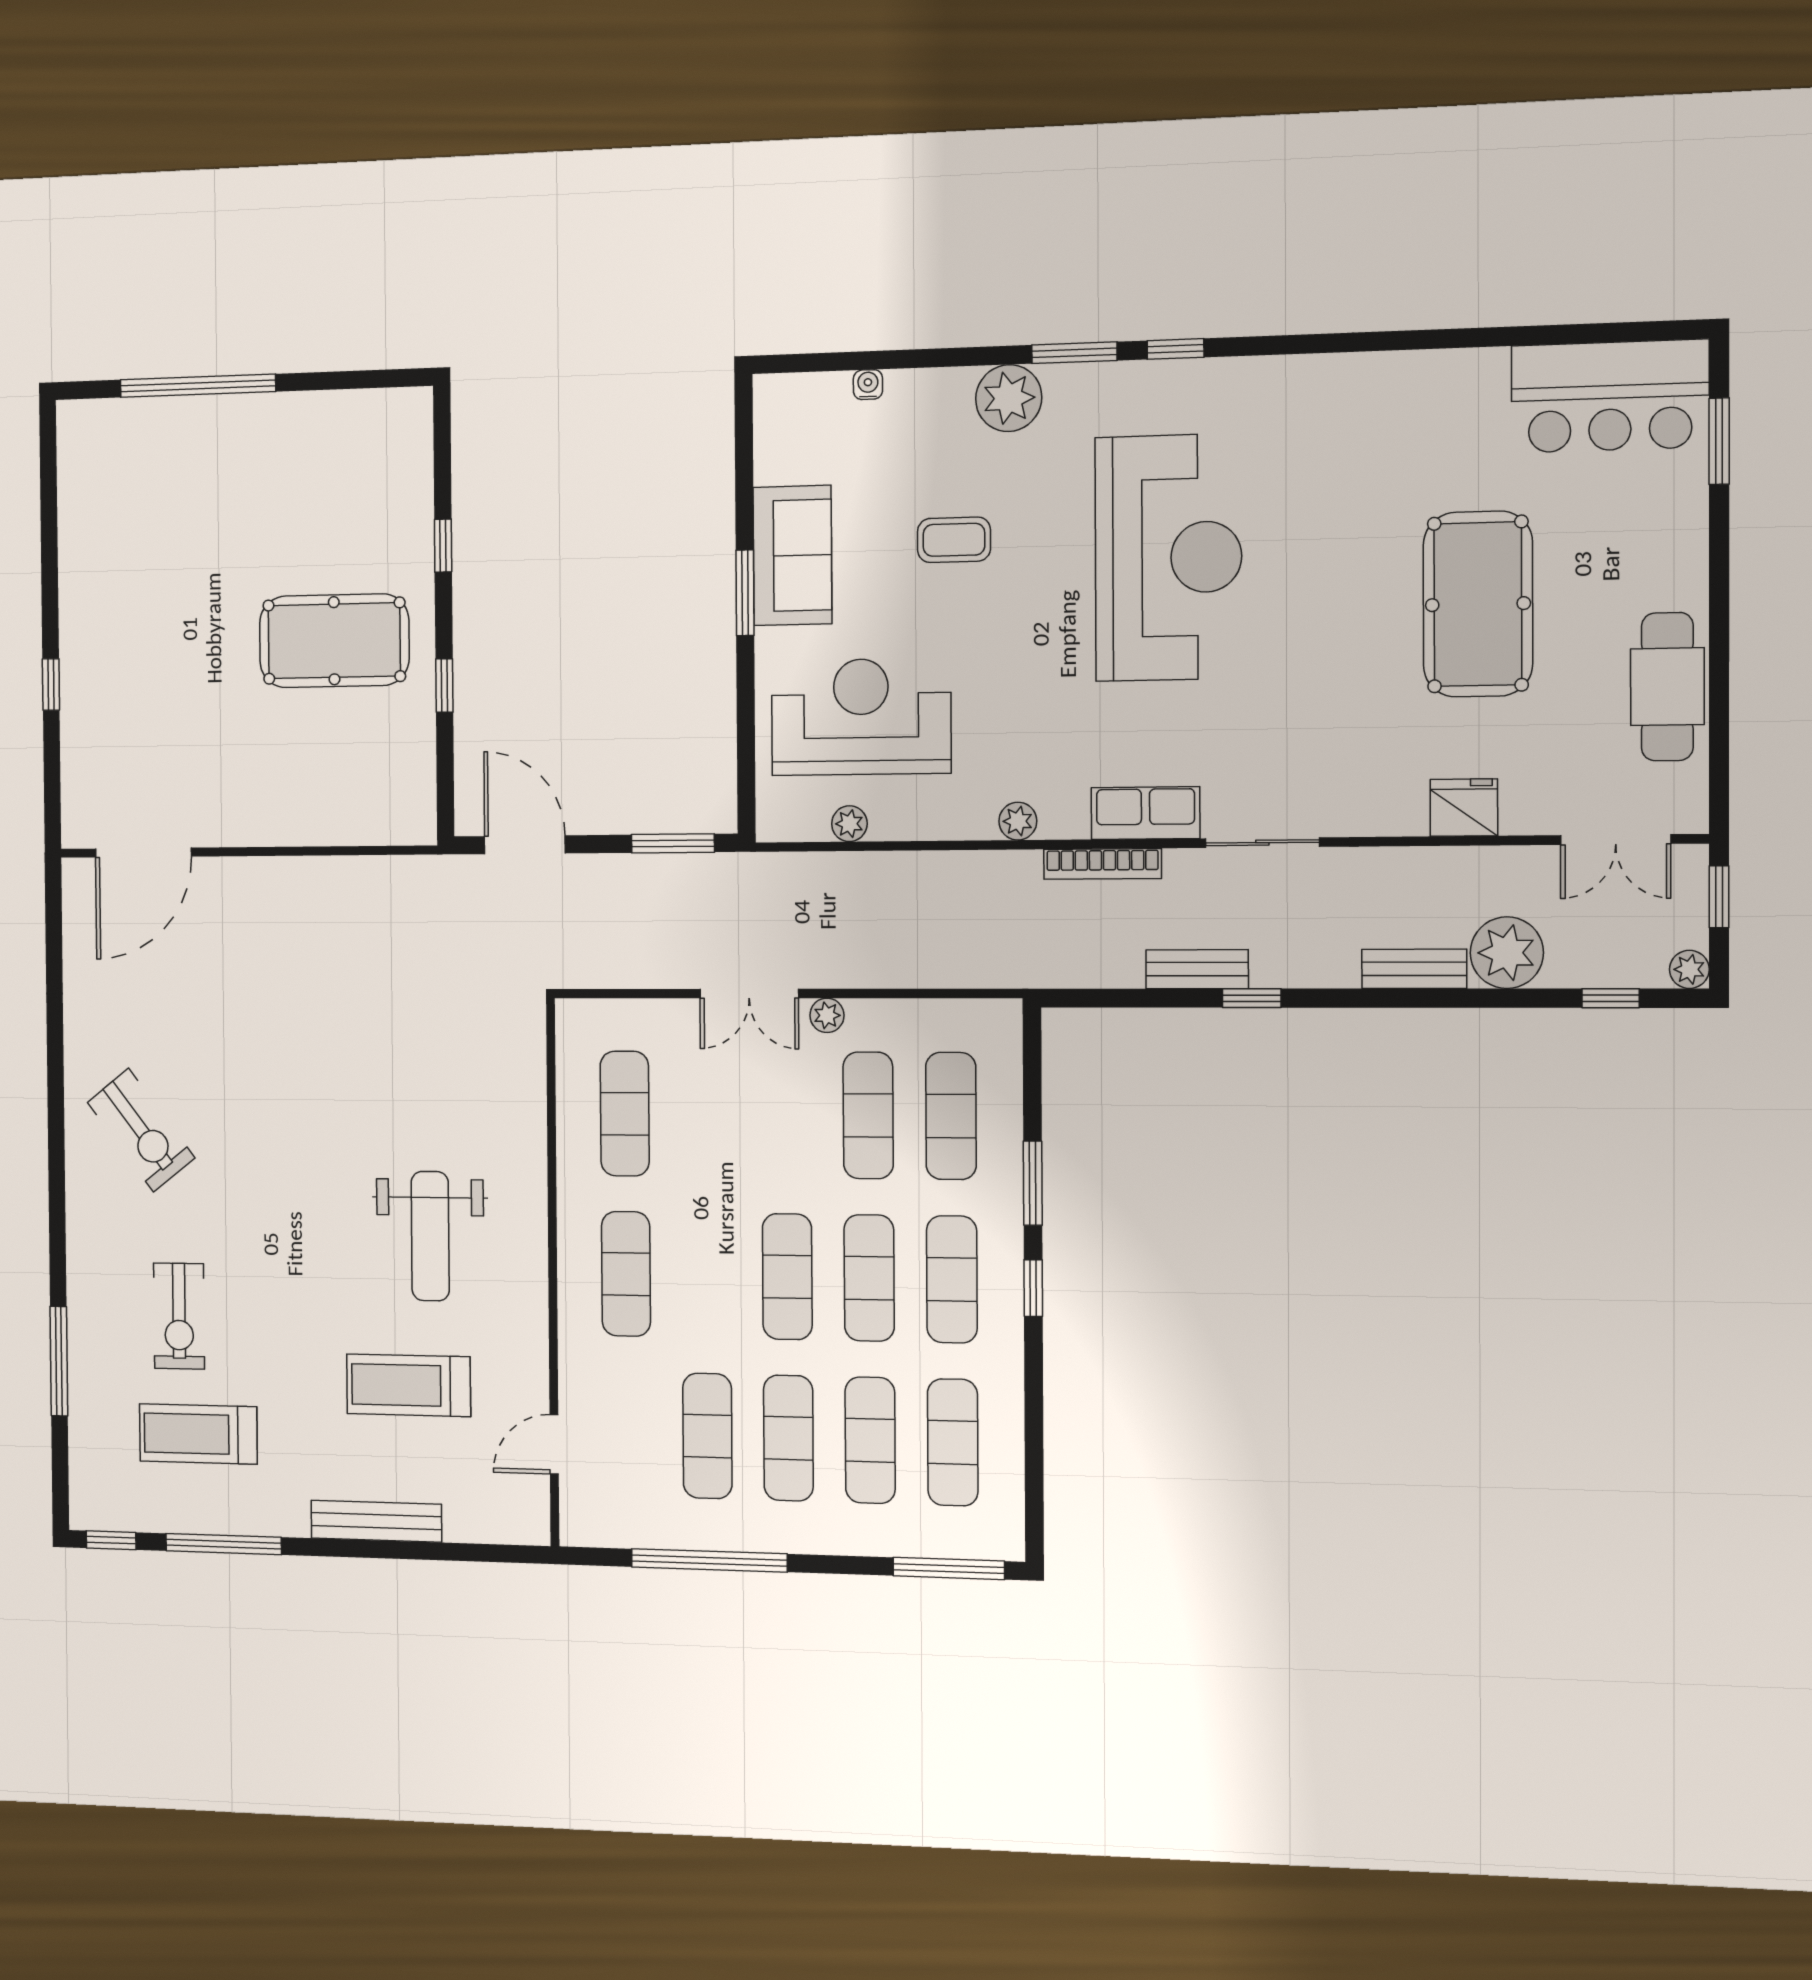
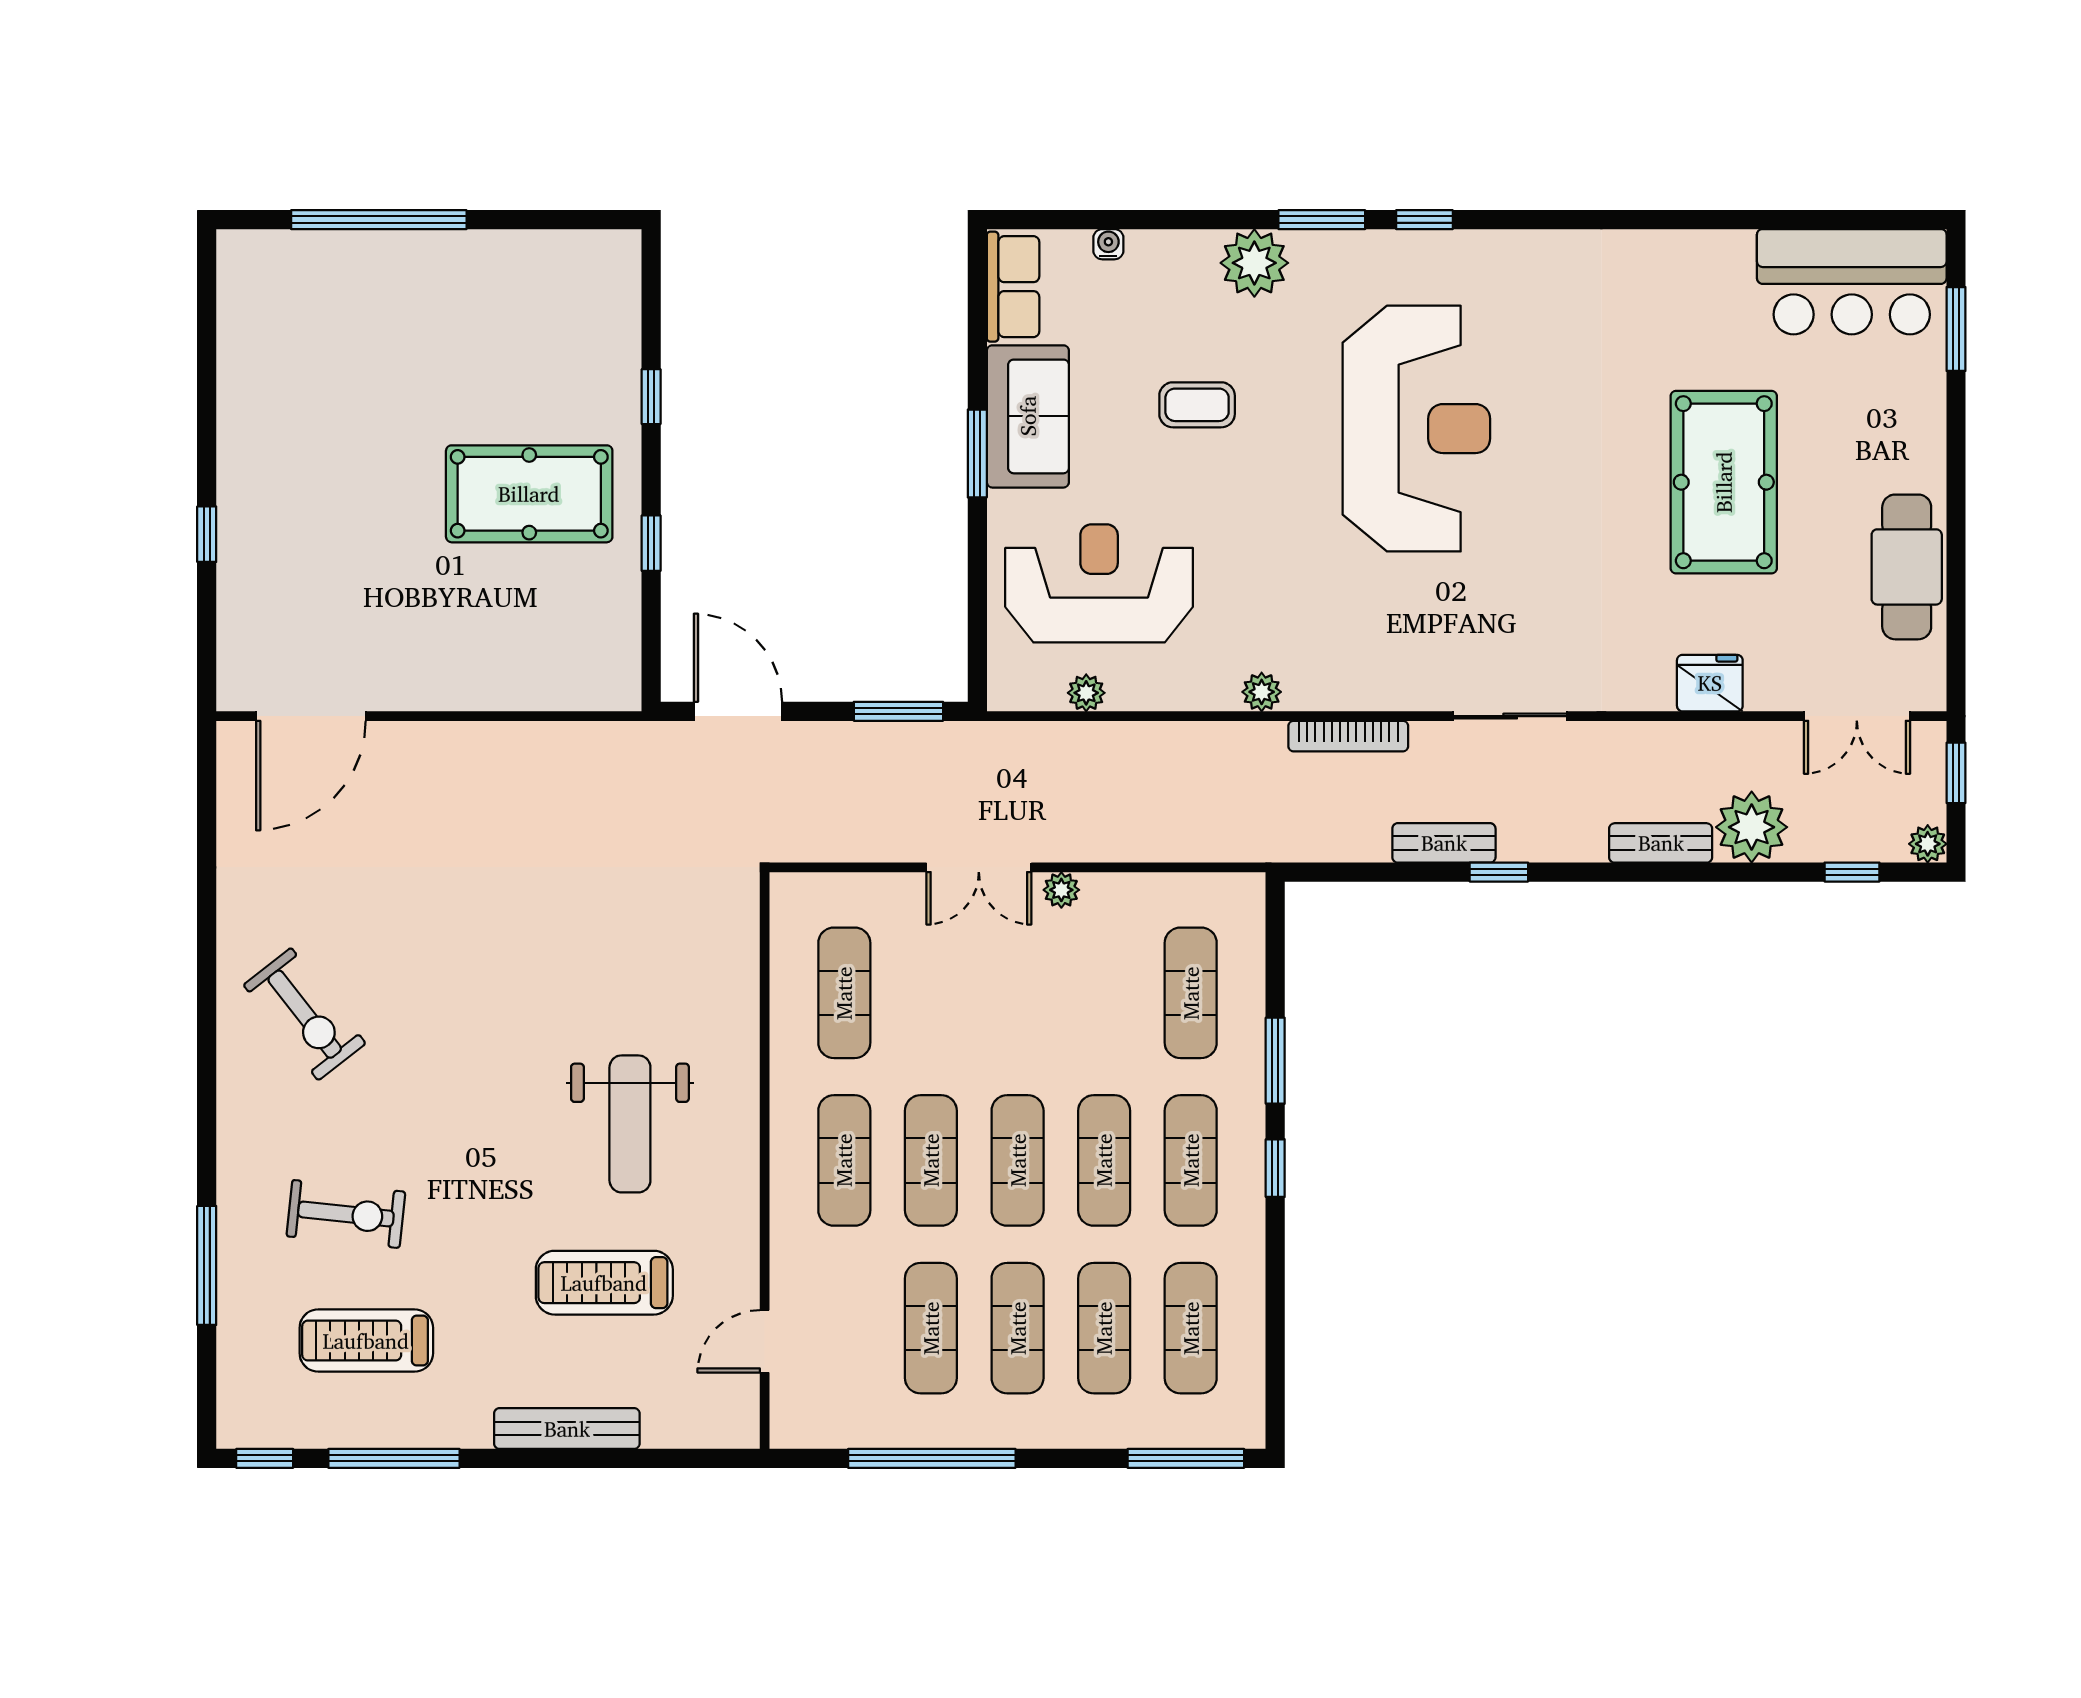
row of seats: (1145, 813) -> (1013, 287), moved, turned 90
exercise mat: (868, 1115) -> (931, 1160), moved
exercise bike: (179, 1316) -> (346, 1214), turned -84

